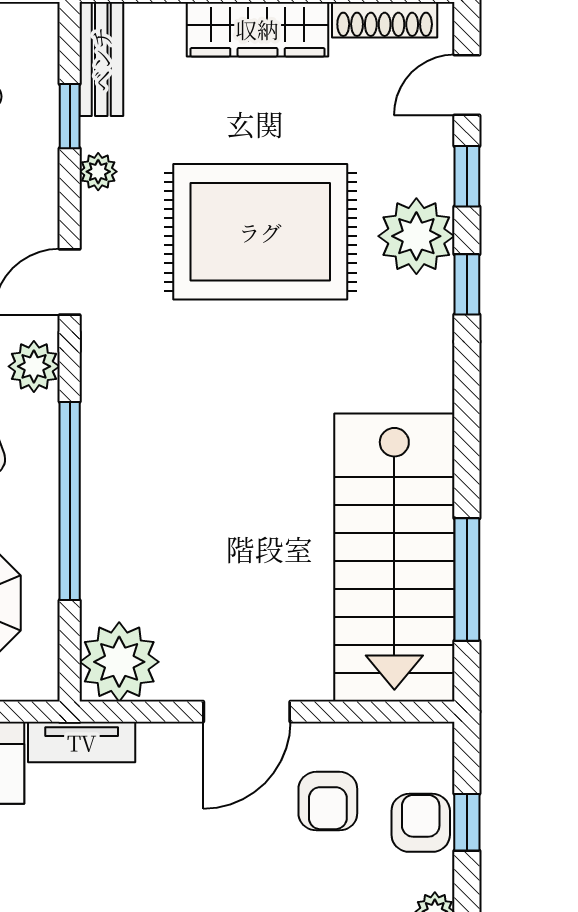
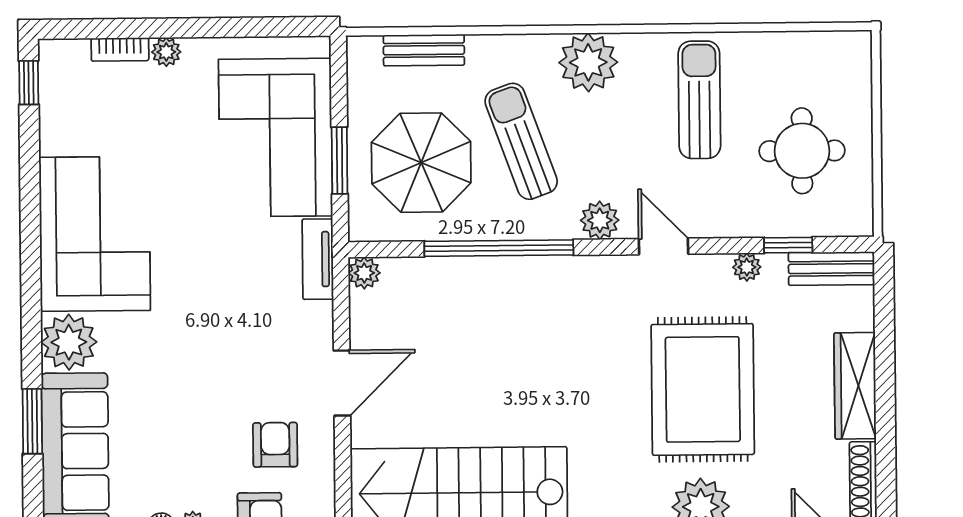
plant: (119, 662) -> (364, 273), width x0.53, depth x0.53
door: (247, 712) -> (342, 383), swing flipped
armchair: (328, 801) -> (275, 445), turned 90

